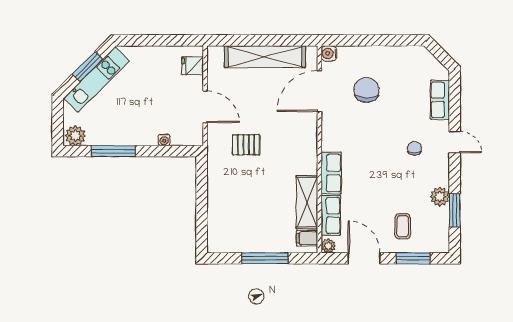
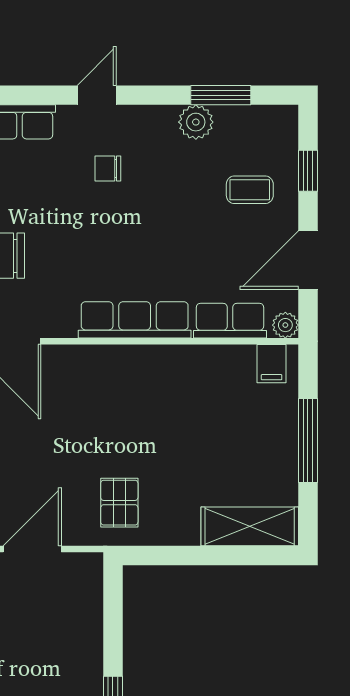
water cooler: (164, 140) -> (93, 624), removed
pallet: (246, 145) -> (119, 503), moved
row of seats: (331, 173) -> (135, 320), width x1.48
shelving: (307, 202) -> (250, 526), moved
window: (413, 258) -> (308, 171), width x0.67

